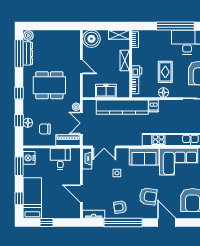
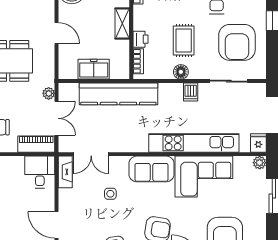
dishwasher: (154, 106) -> (191, 92), moved
double door: (81, 123) -> (57, 118), swing flipped
desk: (60, 159) -> (40, 172), moved

